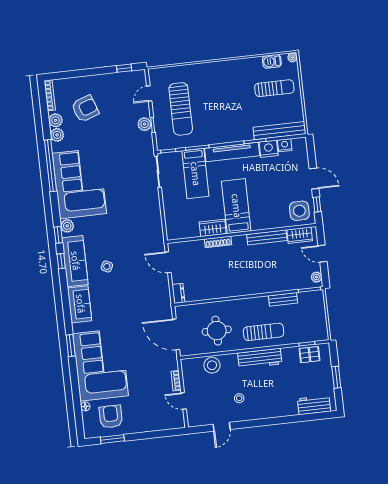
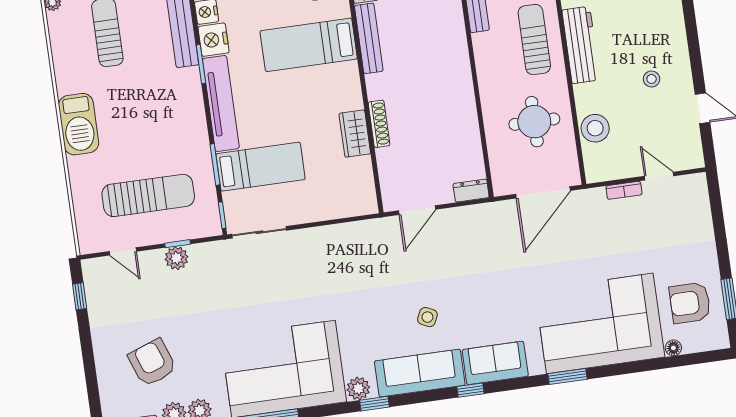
barbecue: (272, 61) -> (79, 124), moved, width x1.88, depth x1.53
bed: (236, 206) -> (309, 45), moved
window: (61, 261) -> (471, 390), moved
door: (184, 401) -> (659, 176), swing flipped

